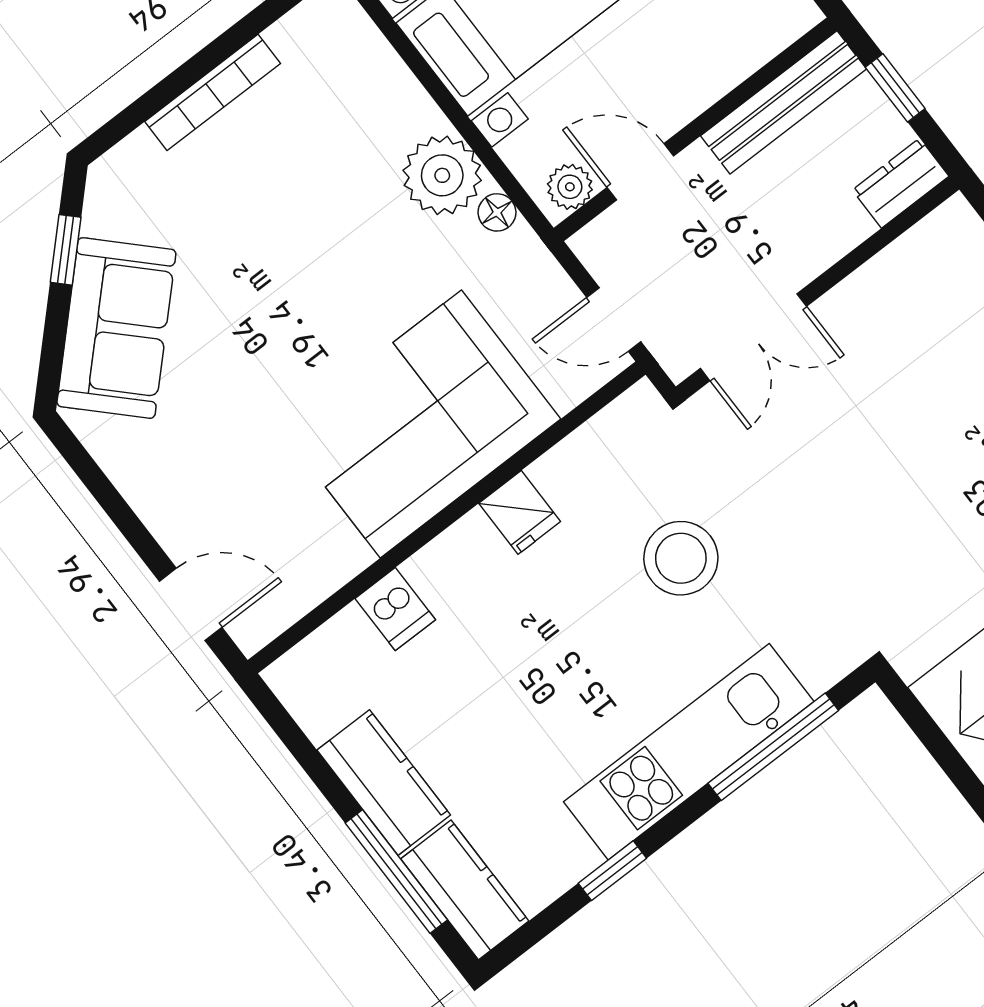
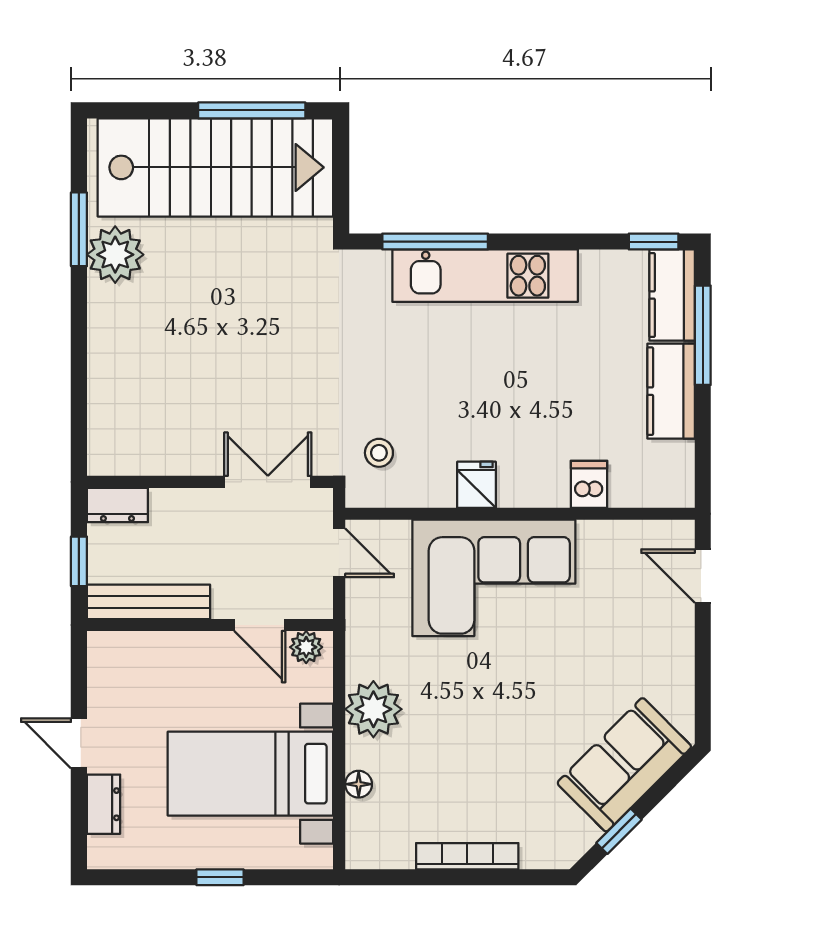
floor lamp: (497, 212) -> (359, 784), moved
stool: (681, 558) -> (379, 453), moved, width x0.53, depth x0.53
window: (612, 871) -> (654, 242), moved

